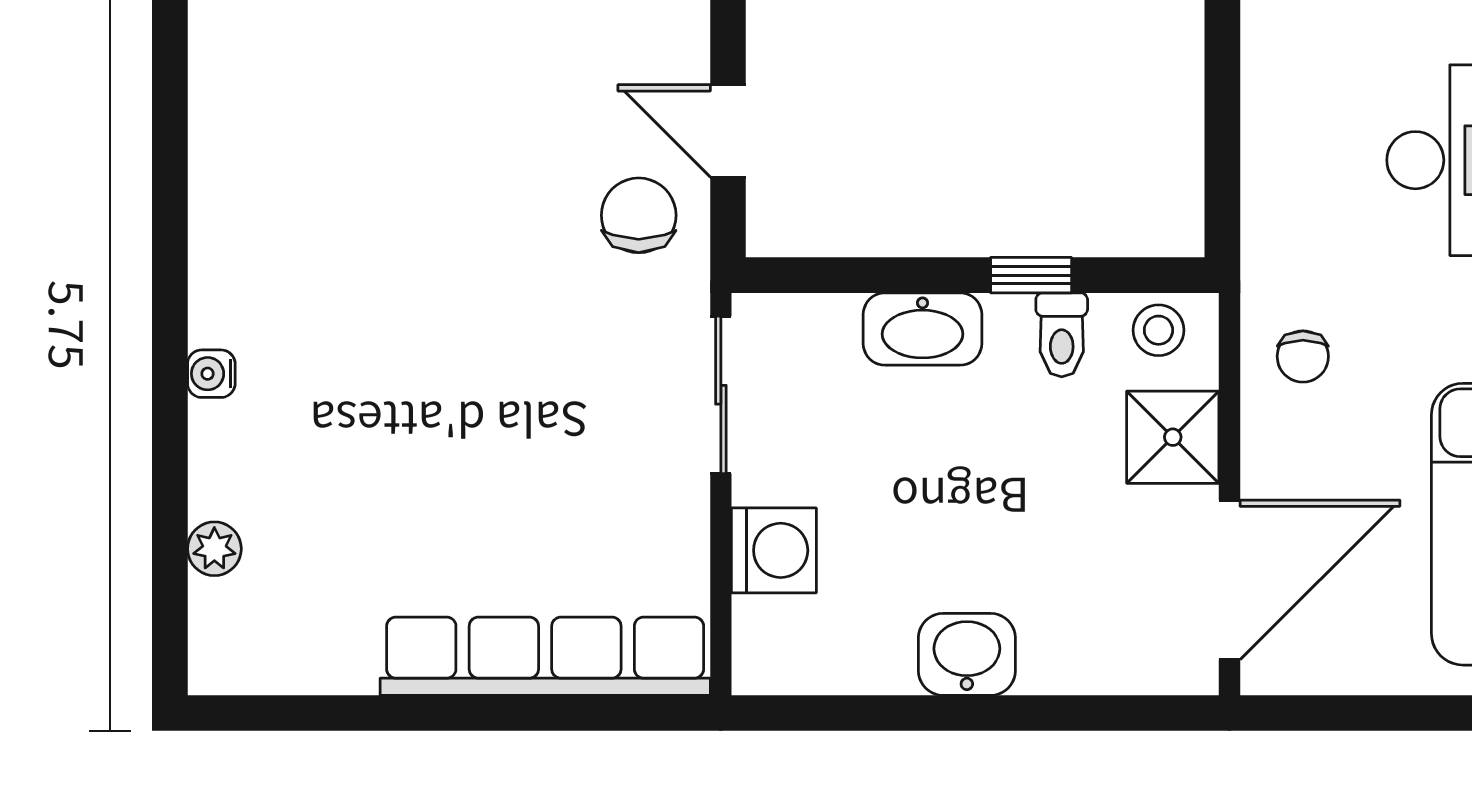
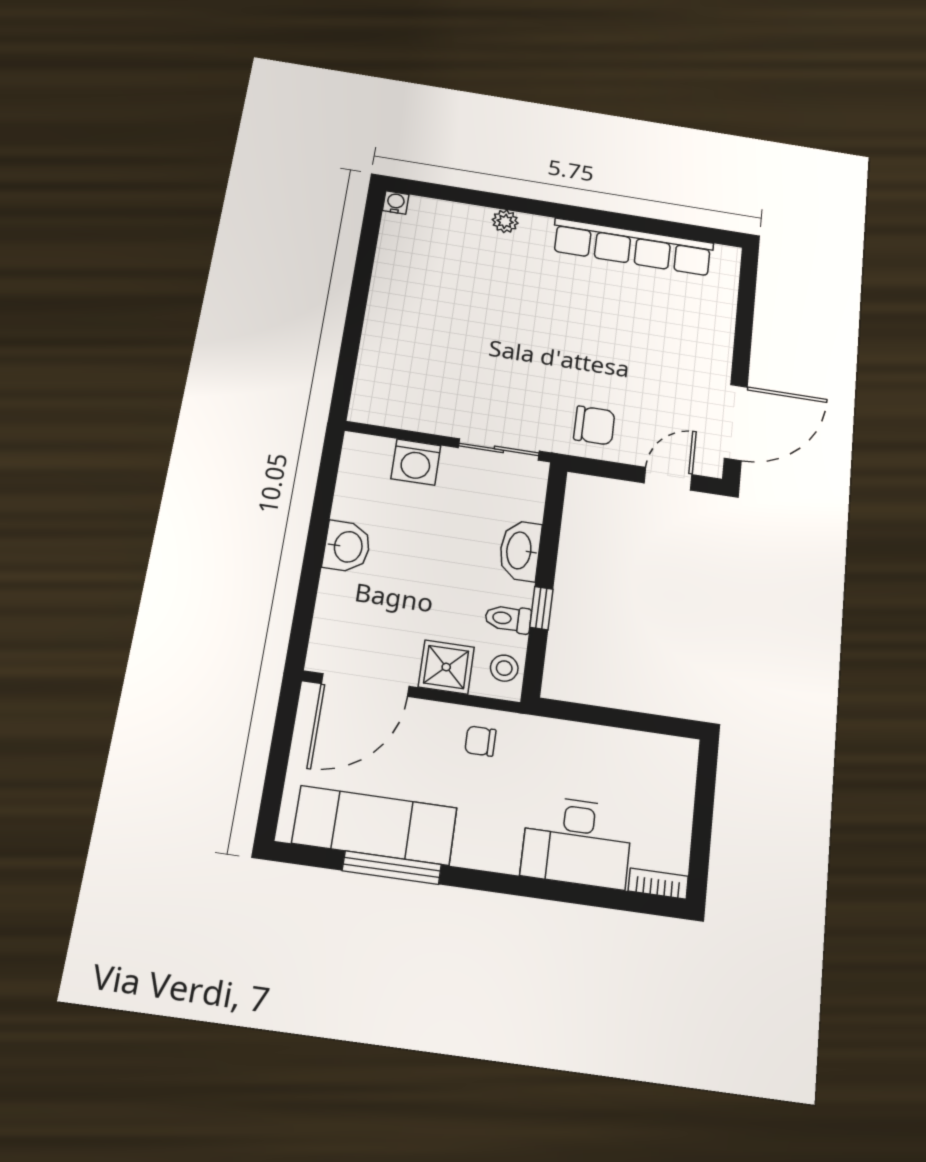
door: (728, 131) -> (668, 479), moved
water cooler: (211, 374) -> (396, 203), moved
plant: (214, 549) -> (505, 221), moved
door: (1229, 580) -> (365, 685), hinge flipped
row of seats: (545, 656) -> (633, 247), moved, turned 90

